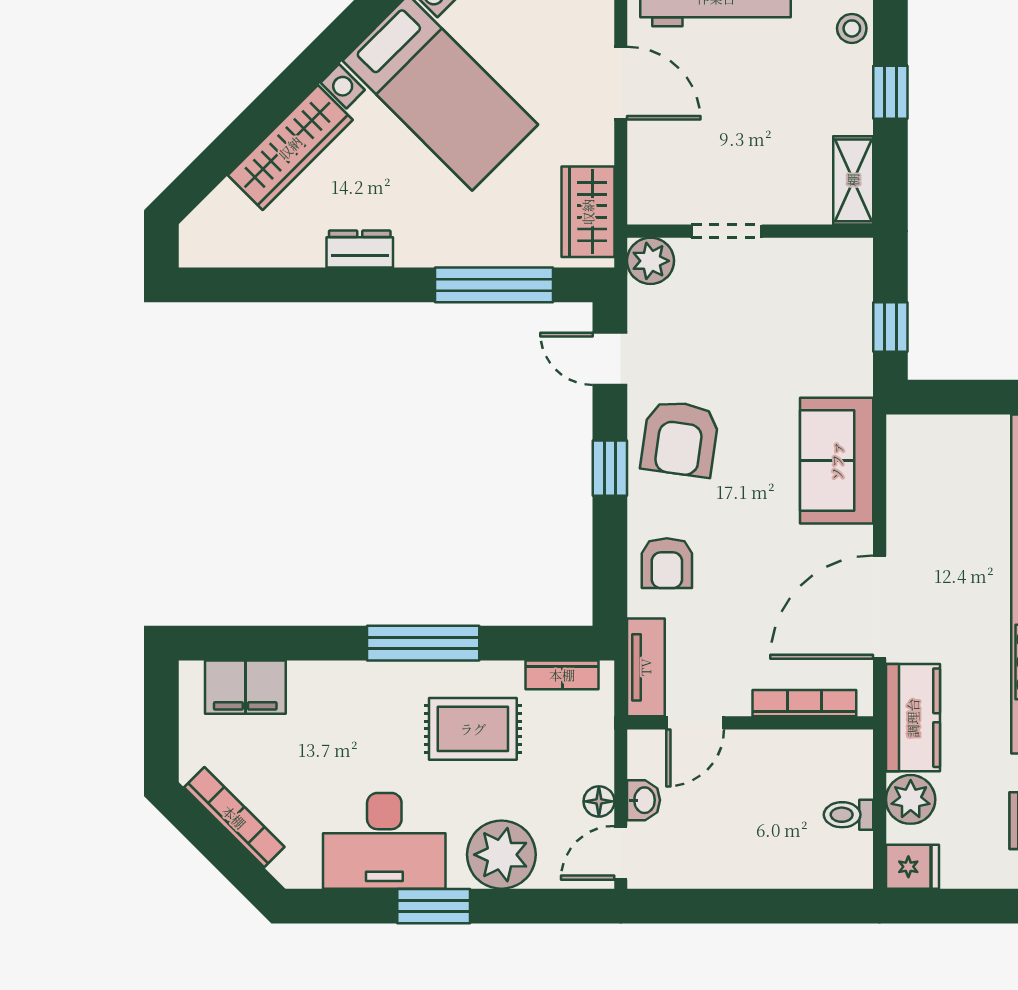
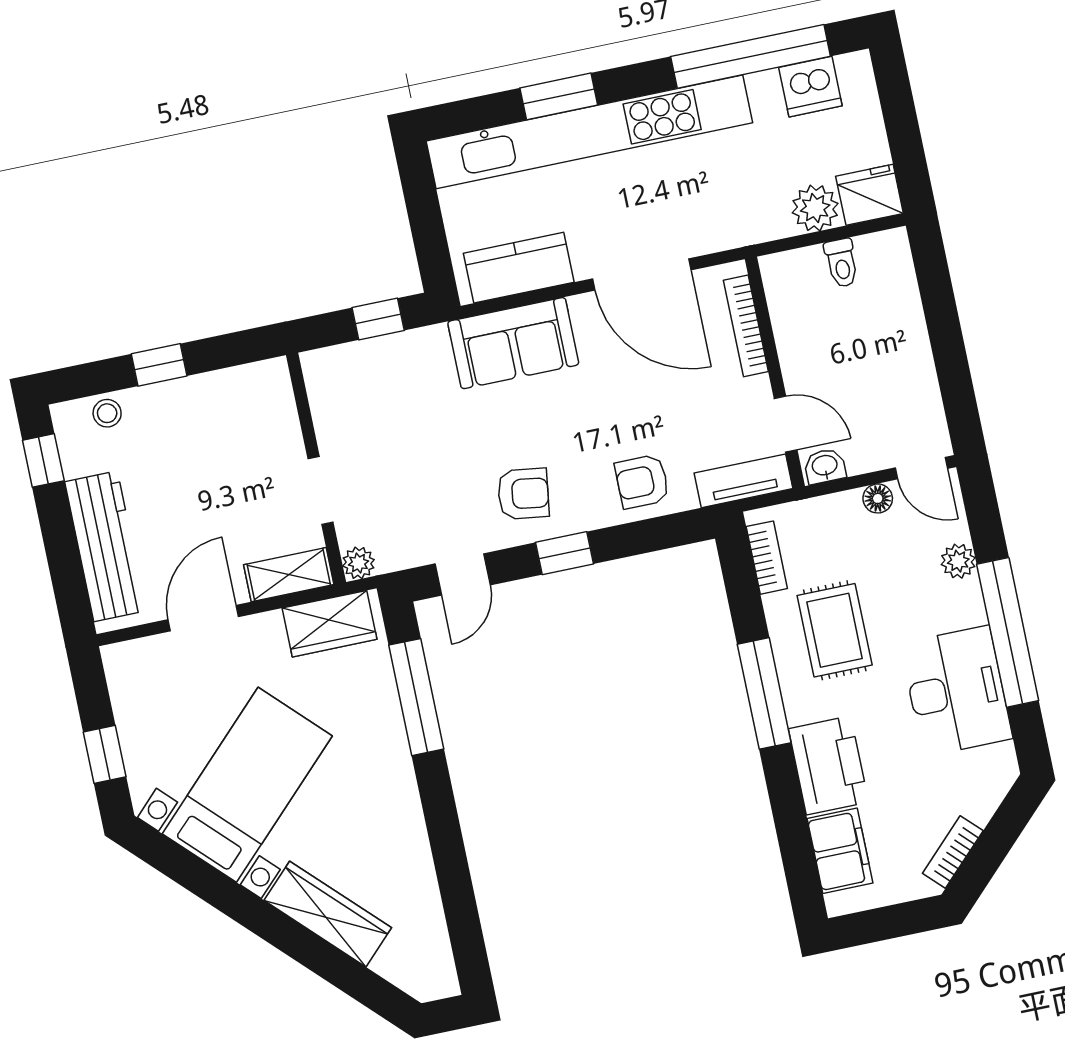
shelving: (853, 180) -> (289, 575), moved
dresser: (360, 249) -> (409, 829), removed
plant: (651, 261) -> (358, 563), width x0.73, depth x0.73
armchair: (680, 439) -> (523, 494), width x0.72, depth x0.72
armchair: (667, 563) -> (642, 482), turned 180
printer: (335, 694) -> (828, 765), added
kitchen counter: (913, 718) -> (519, 268), moved
washbasin: (644, 800) -> (825, 466), moved
bookcase: (234, 817) -> (953, 852), width x0.64
plant: (501, 855) -> (958, 561), width x0.53, depth x0.53
fridge: (913, 867) -> (870, 195), width x1.38
window: (434, 906) -> (1008, 632), width x2.11

